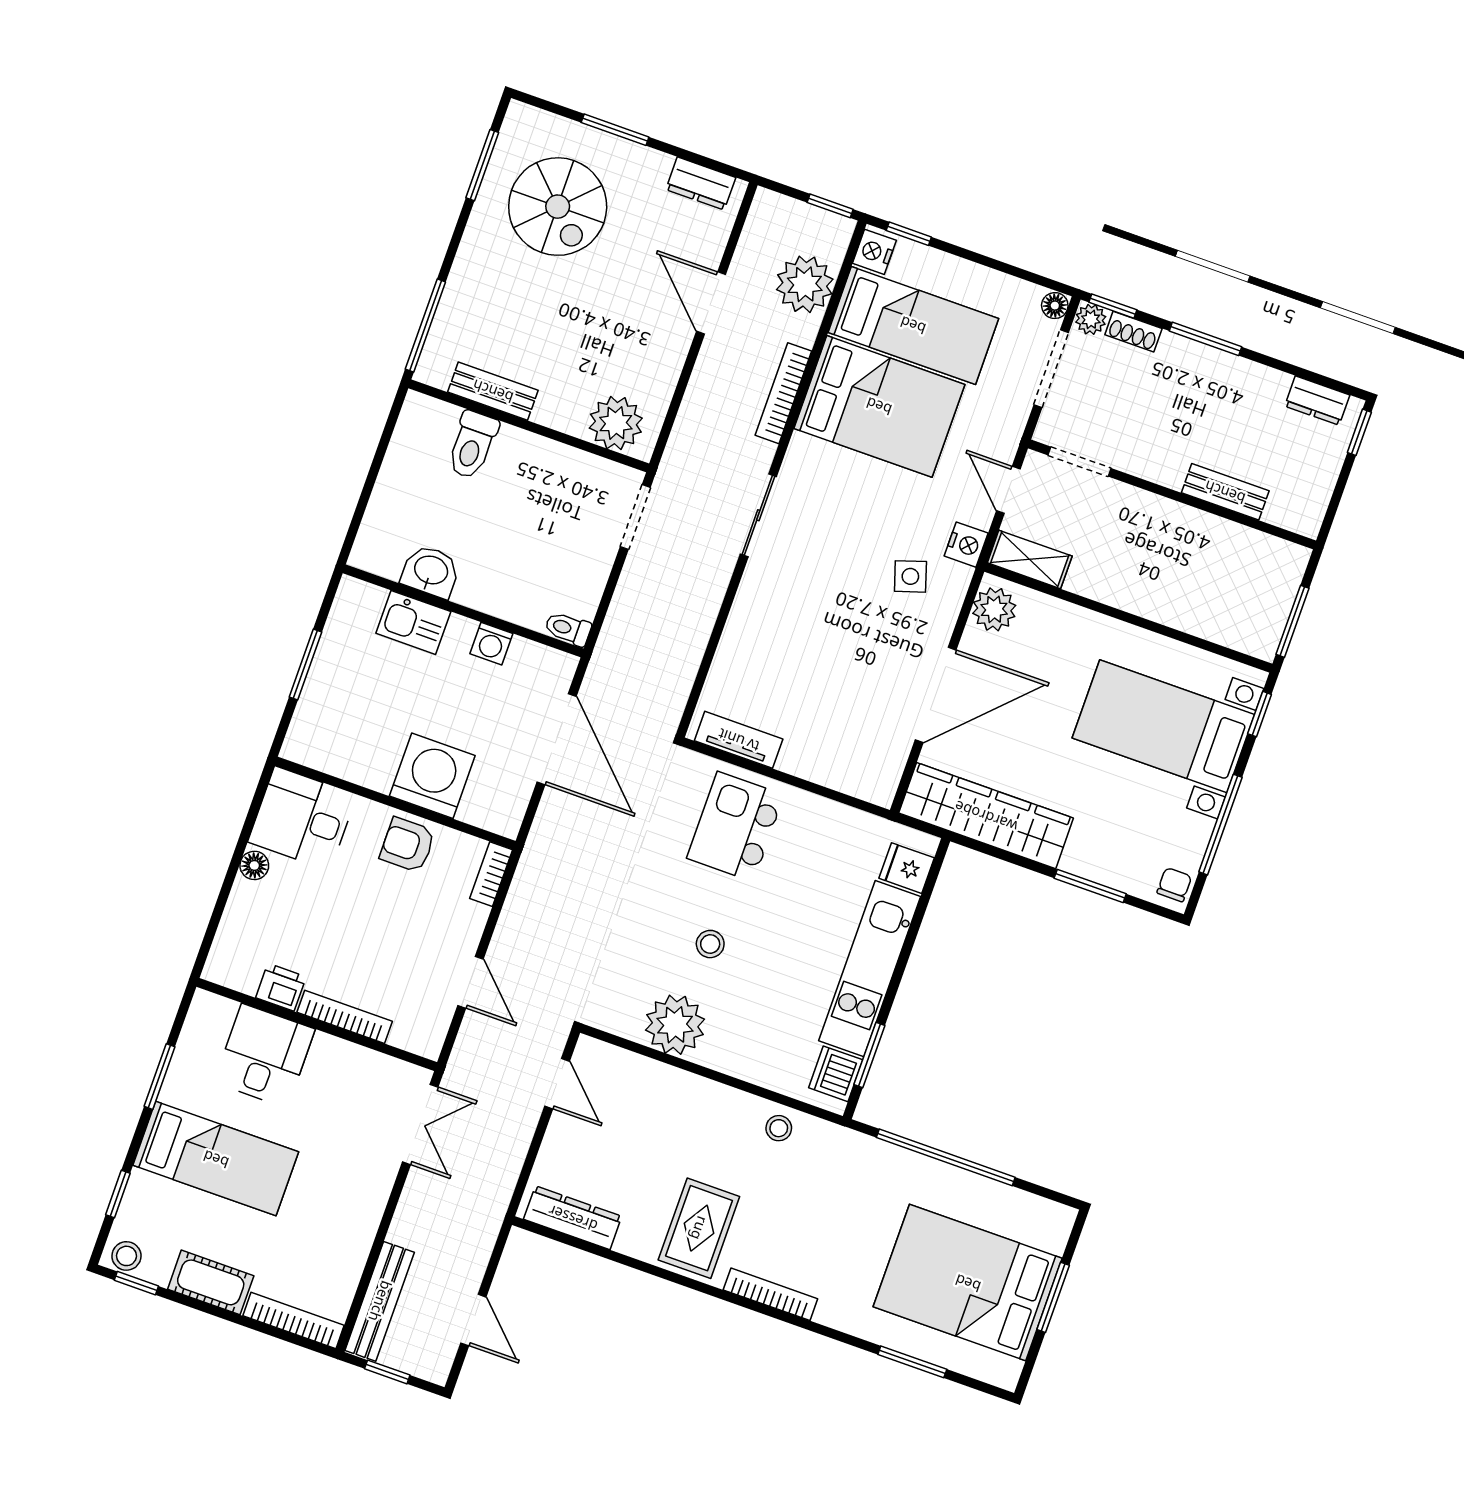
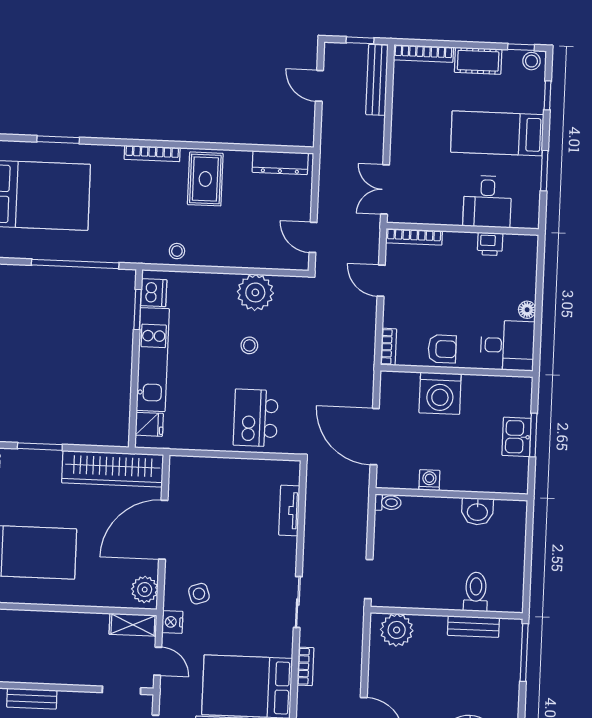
bookcase: (783, 393) -> (306, 666), width x0.64
kitchen sink: (413, 622) -> (516, 437), moved, turned -90
tv unit: (739, 740) -> (289, 510), moved, turned 90
kitchen island: (735, 826) -> (256, 418), turned 180
bookcase: (345, 1017) -> (414, 237), moved

